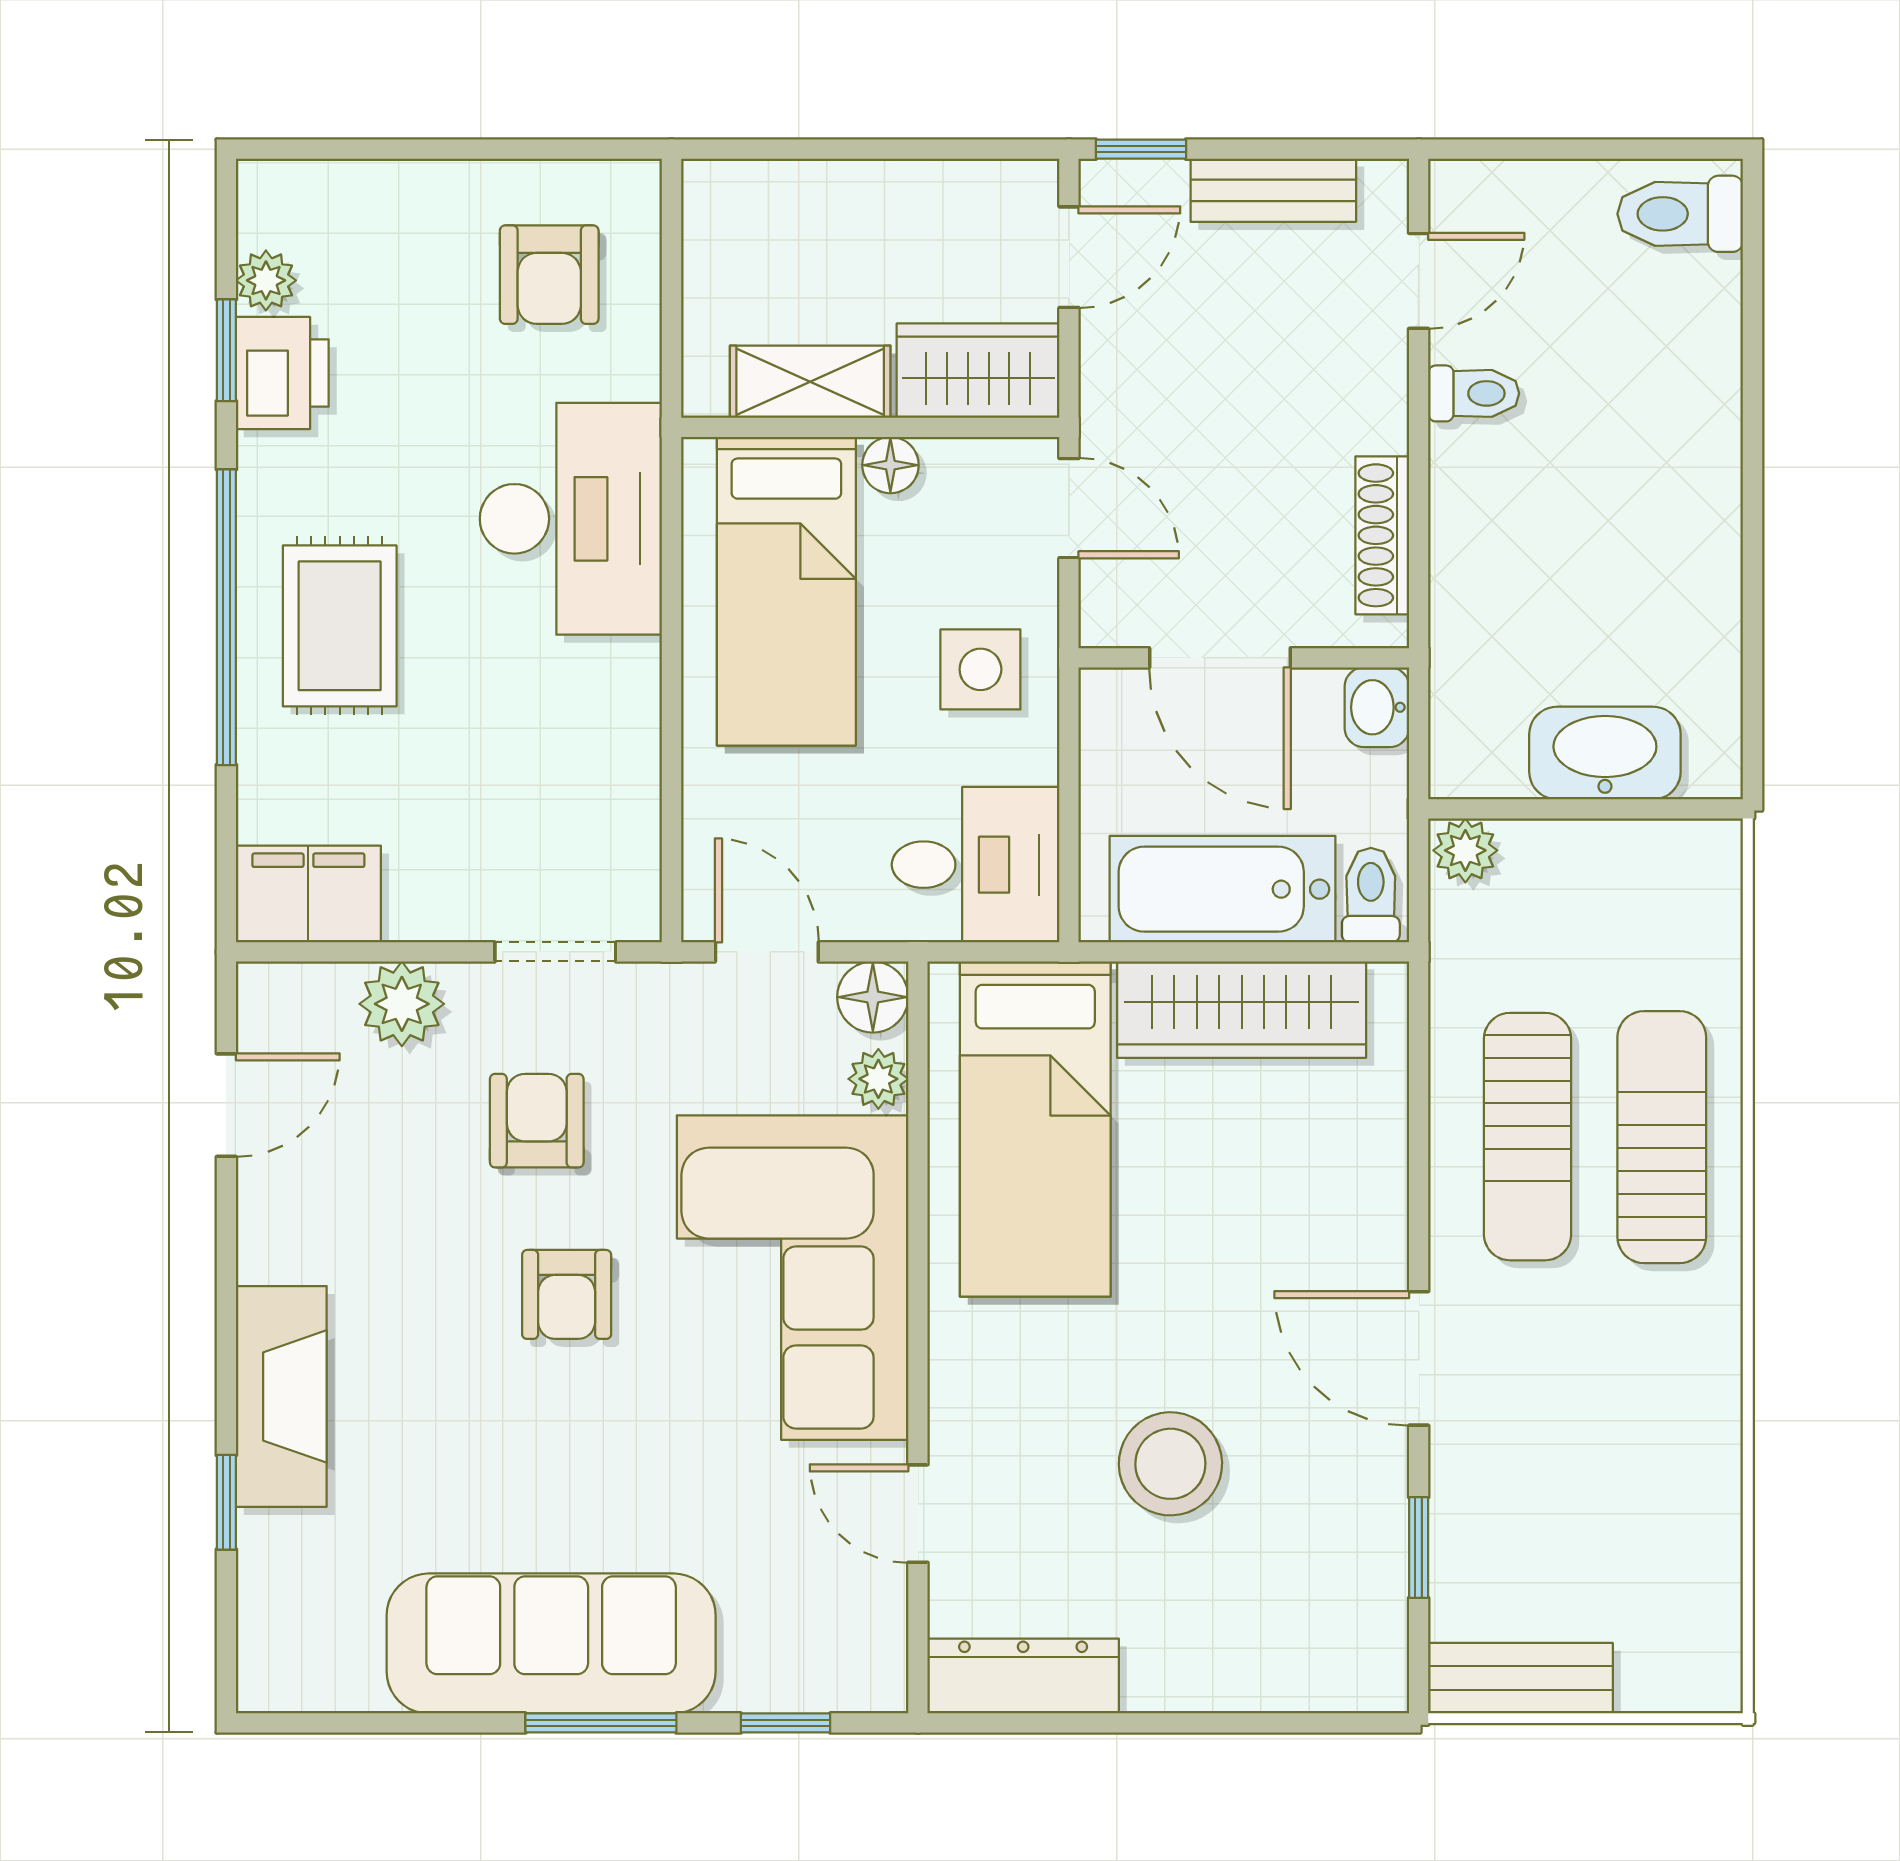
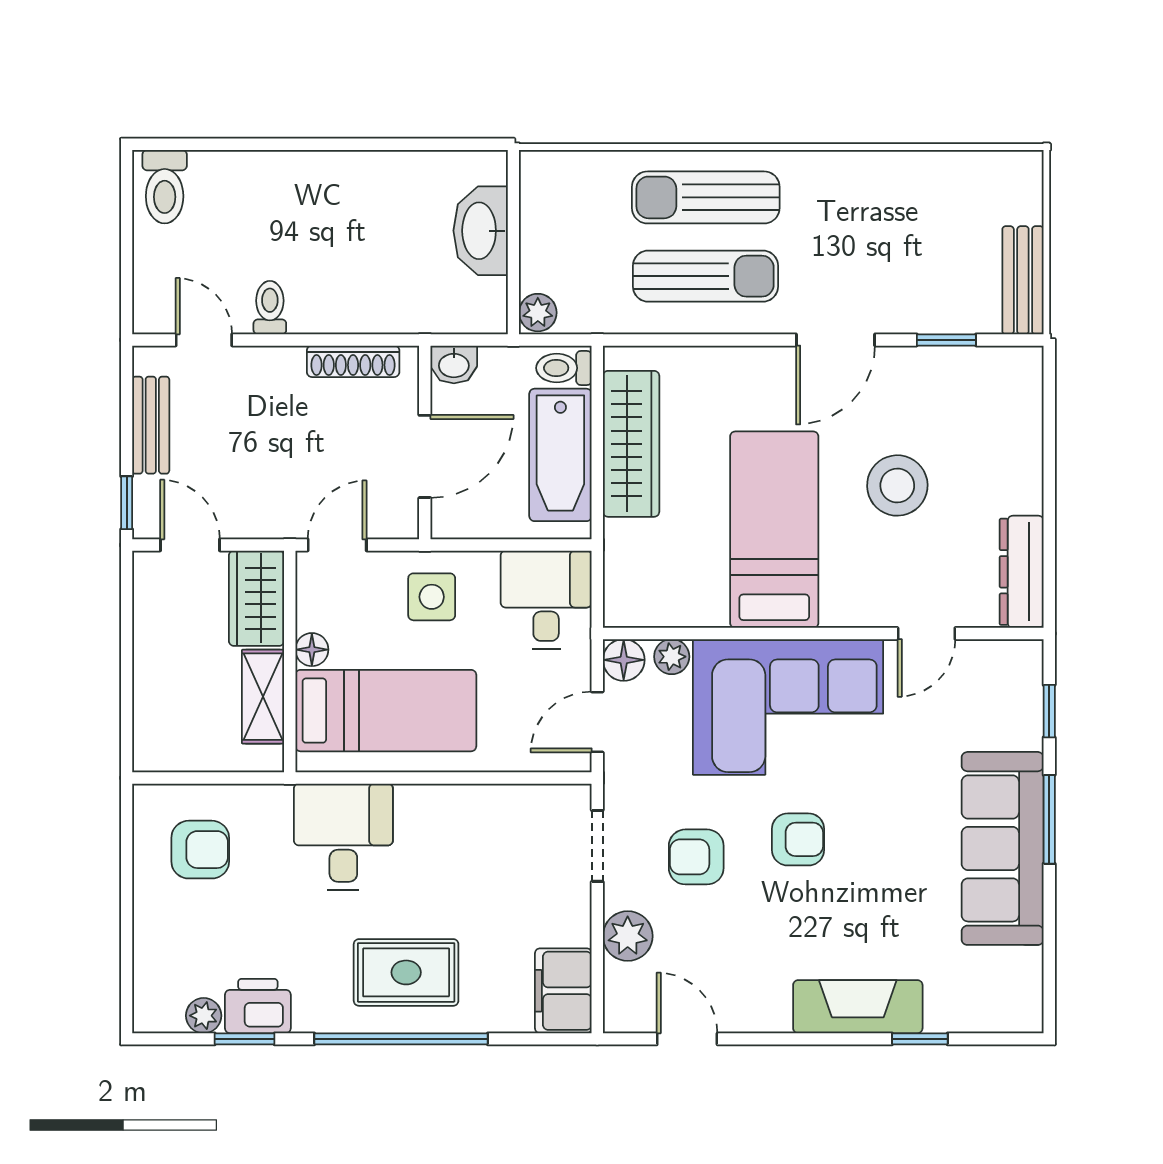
desk: (571, 519) -> (343, 837), width x0.73
bed: (1035, 1129) -> (774, 530), moved, turned -90

